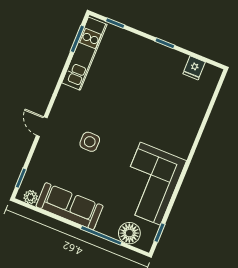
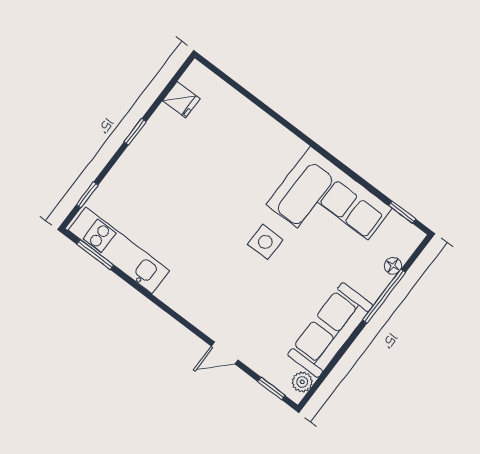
door: (42, 127) -> (225, 353), moved
side table: (90, 142) -> (265, 242), moved
floor lamp: (129, 233) -> (393, 266), width x0.53, depth x0.53

